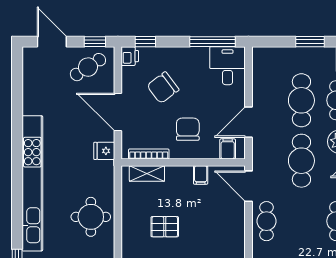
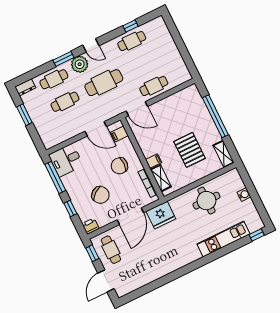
window: (145, 42) -> (70, 209), moved
cafe table: (88, 67) -> (111, 250), turned 33
cafe table: (301, 100) -> (65, 102), width x0.73, depth x0.74
fridge: (104, 151) -> (161, 215), width x1.88, depth x1.34
filing cabinet: (201, 175) -> (154, 161), moved
kitchen unit: (32, 183) -> (223, 239), width x0.54
door: (249, 186) -> (137, 109), hinge flipped
pallet: (165, 227) -> (189, 150), width x1.50, depth x1.42

